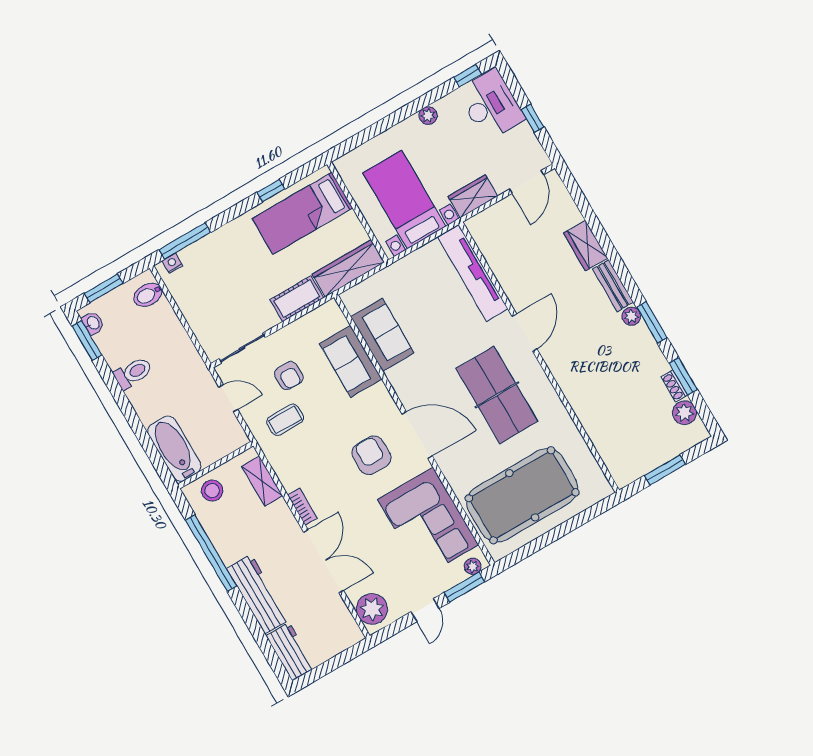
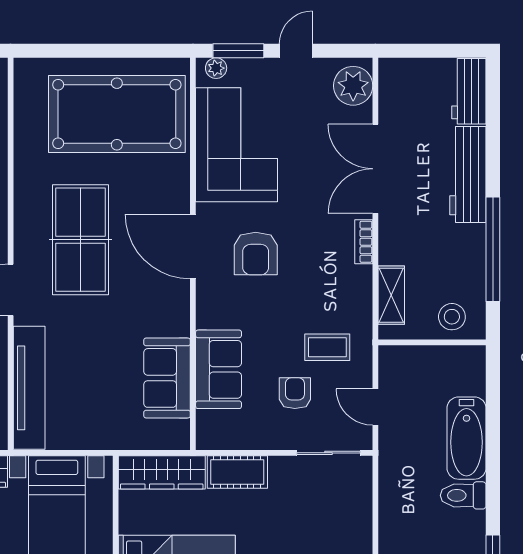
bathtub: (174, 449) -> (466, 438), moved

